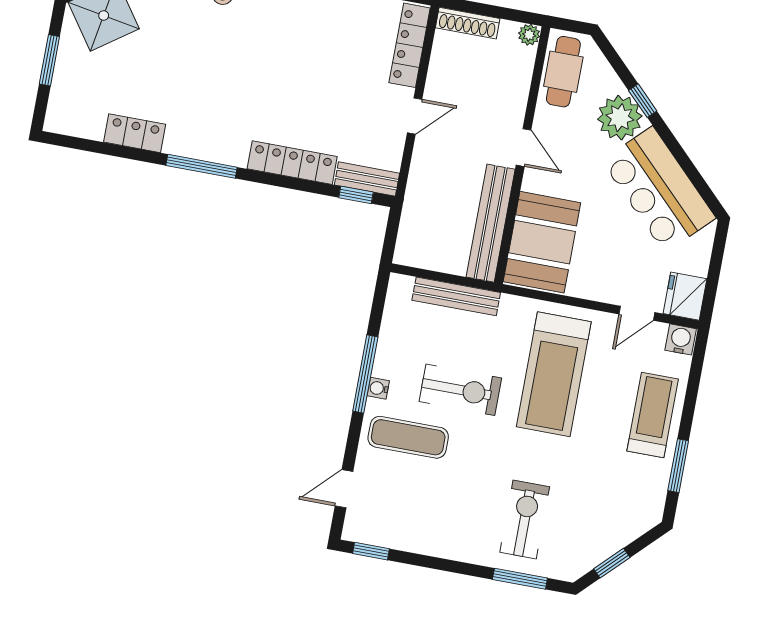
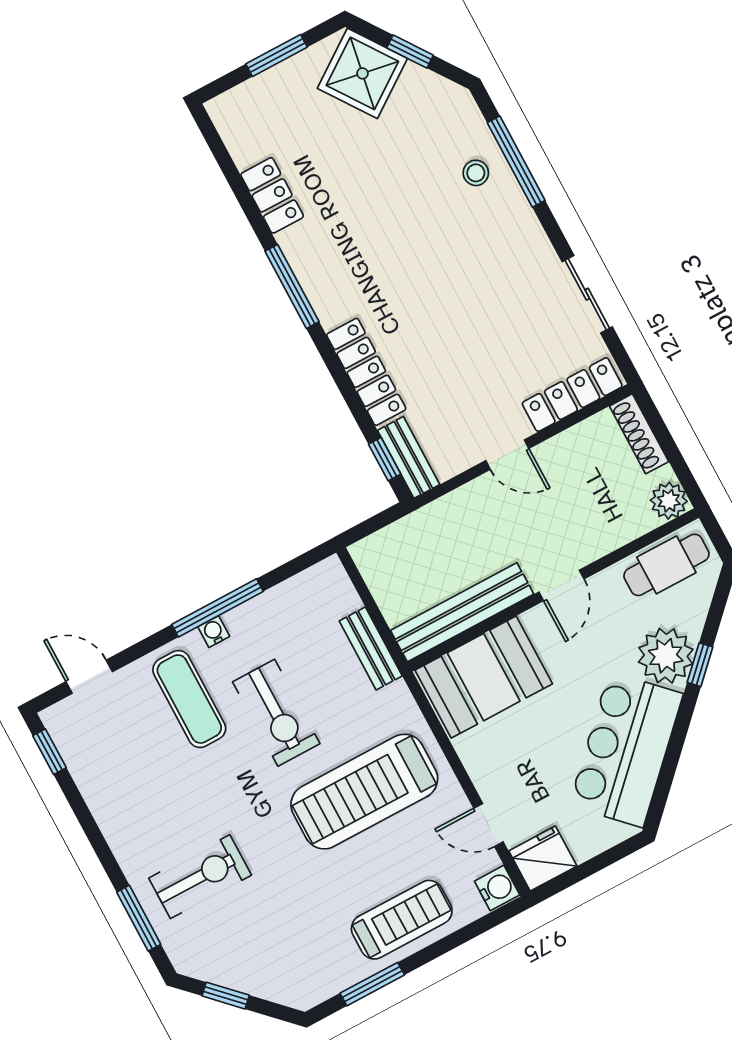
plant: (529, 35) -> (669, 501), width x1.38, depth x1.38
bench: (456, 296) -> (371, 648), width x0.73

